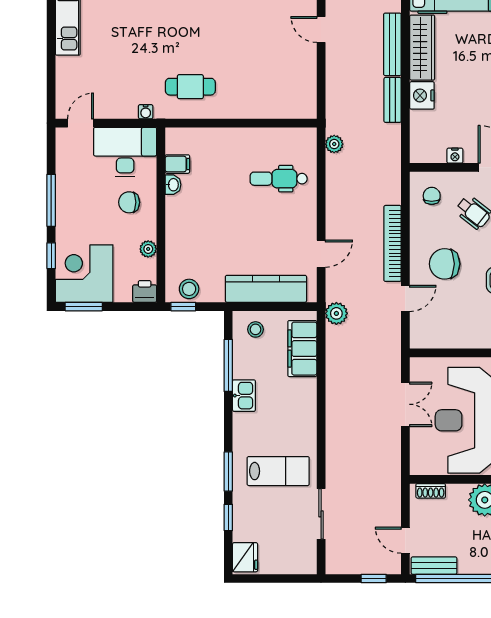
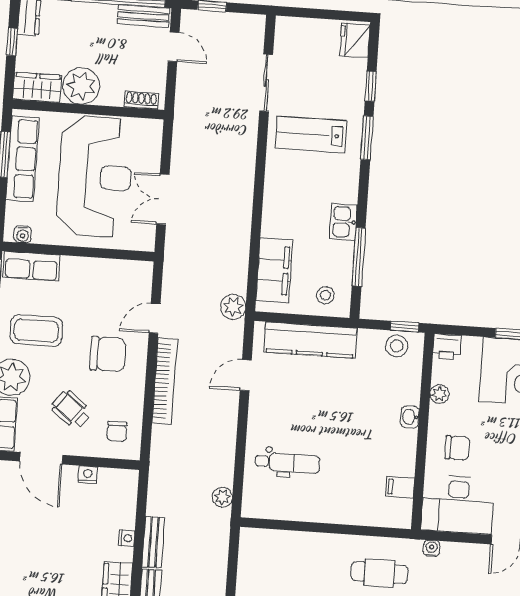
nightstand: (422, 95) -> (127, 538), width x0.53, depth x0.56
washbasin: (173, 185) -> (410, 417), moved

